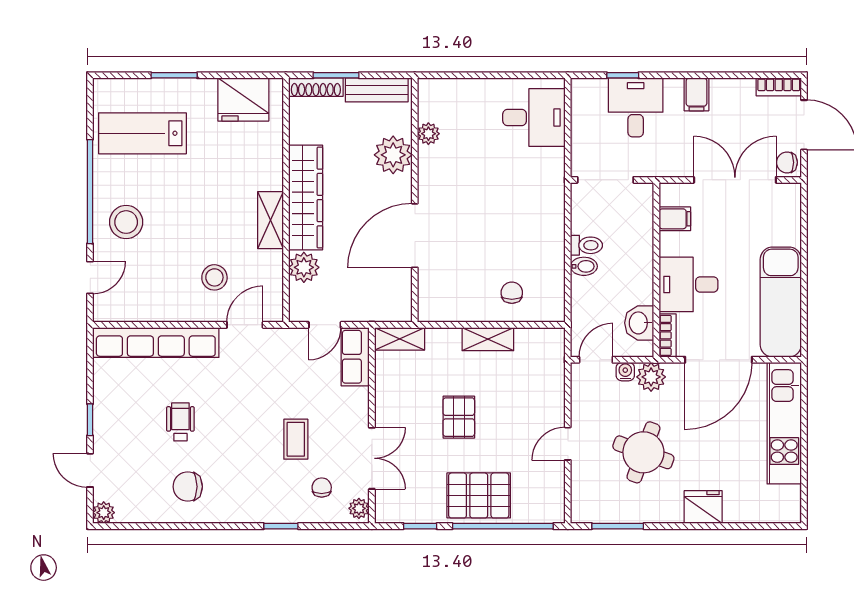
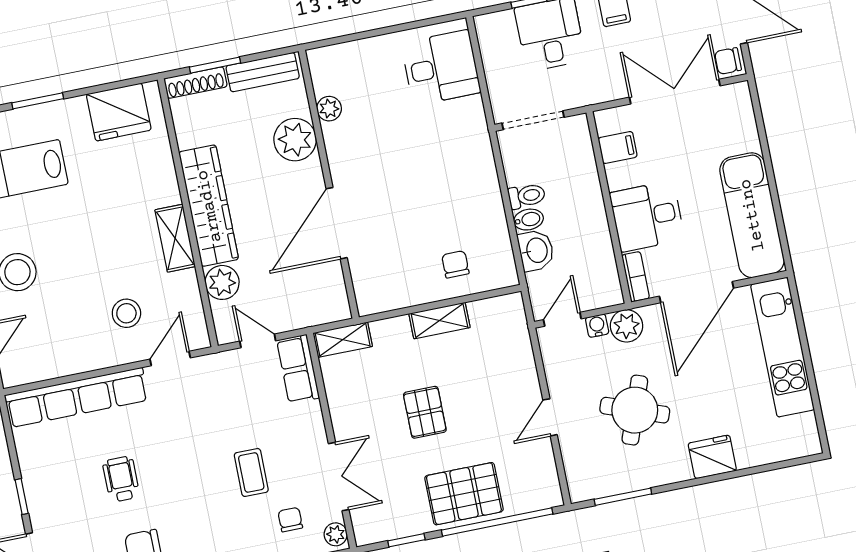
washbasin: (639, 323) -> (536, 250), moved, turned 180
door: (325, 325) -> (258, 341), swing flipped

